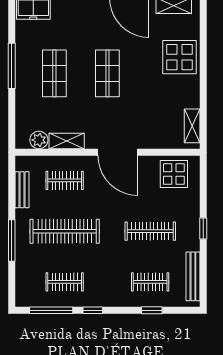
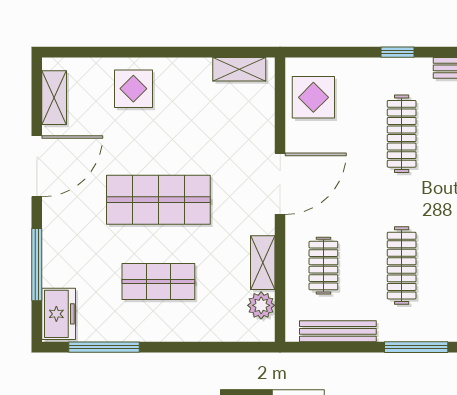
display table: (179, 57) -> (133, 89), width x0.73, depth x0.73
window: (12, 66) -> (104, 347), moved
shop shelf: (107, 73) -> (158, 200), width x1.43, depth x1.36
bench: (22, 190) -> (338, 331), width x1.36
clothes rail: (65, 231) -> (402, 266), width x0.73, depth x0.76

